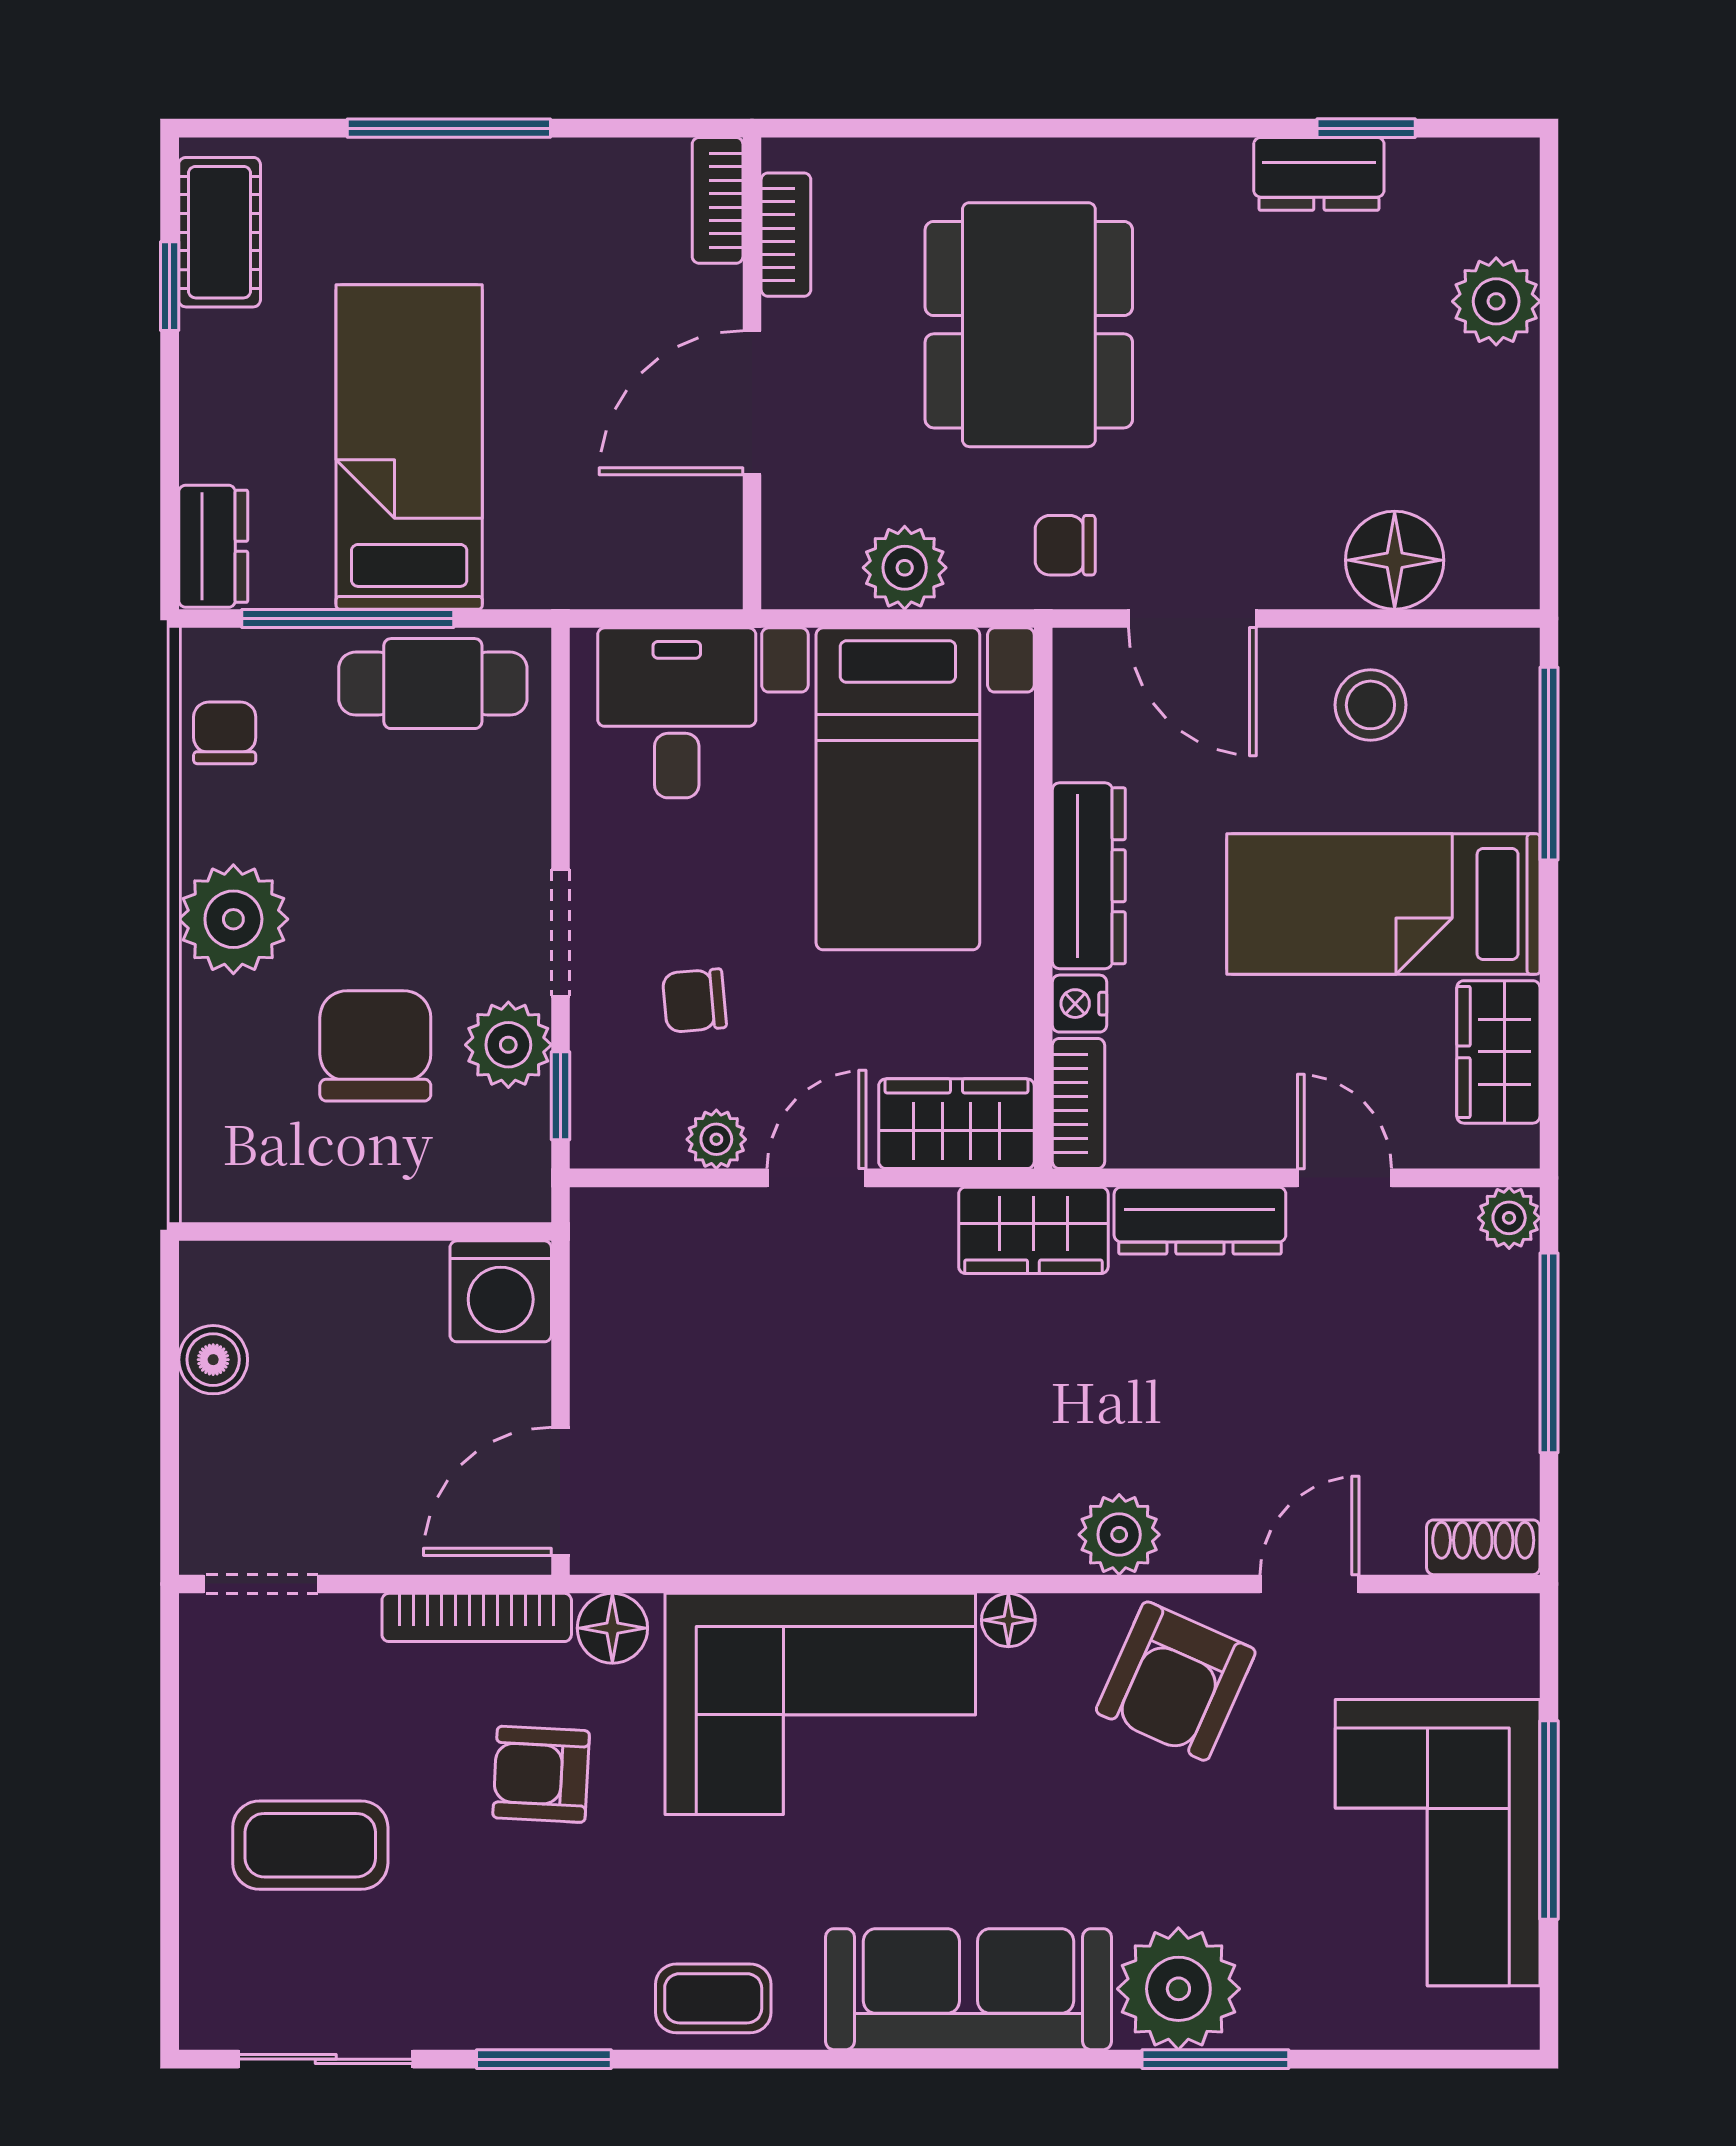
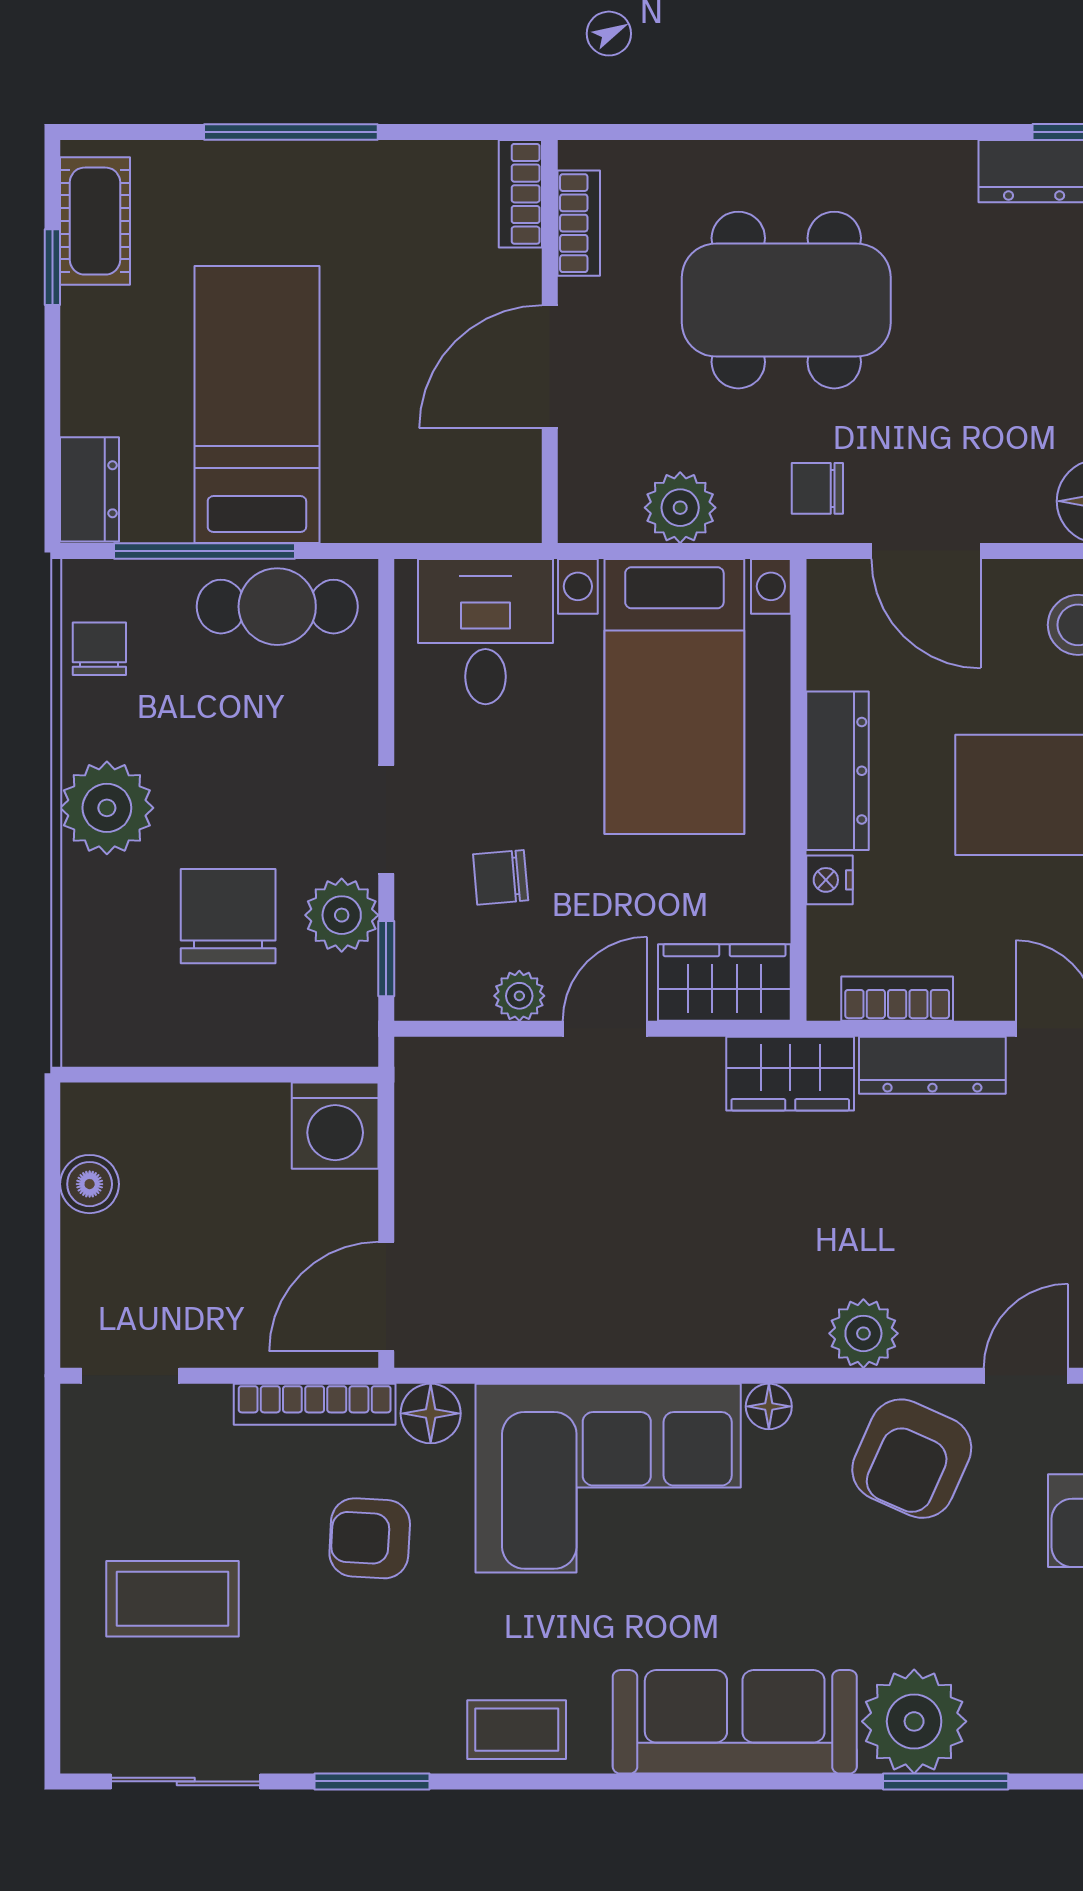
dining table: (1029, 325) -> (786, 300), turned 90
bookcase: (1078, 1104) -> (897, 999), moved, turned -90

